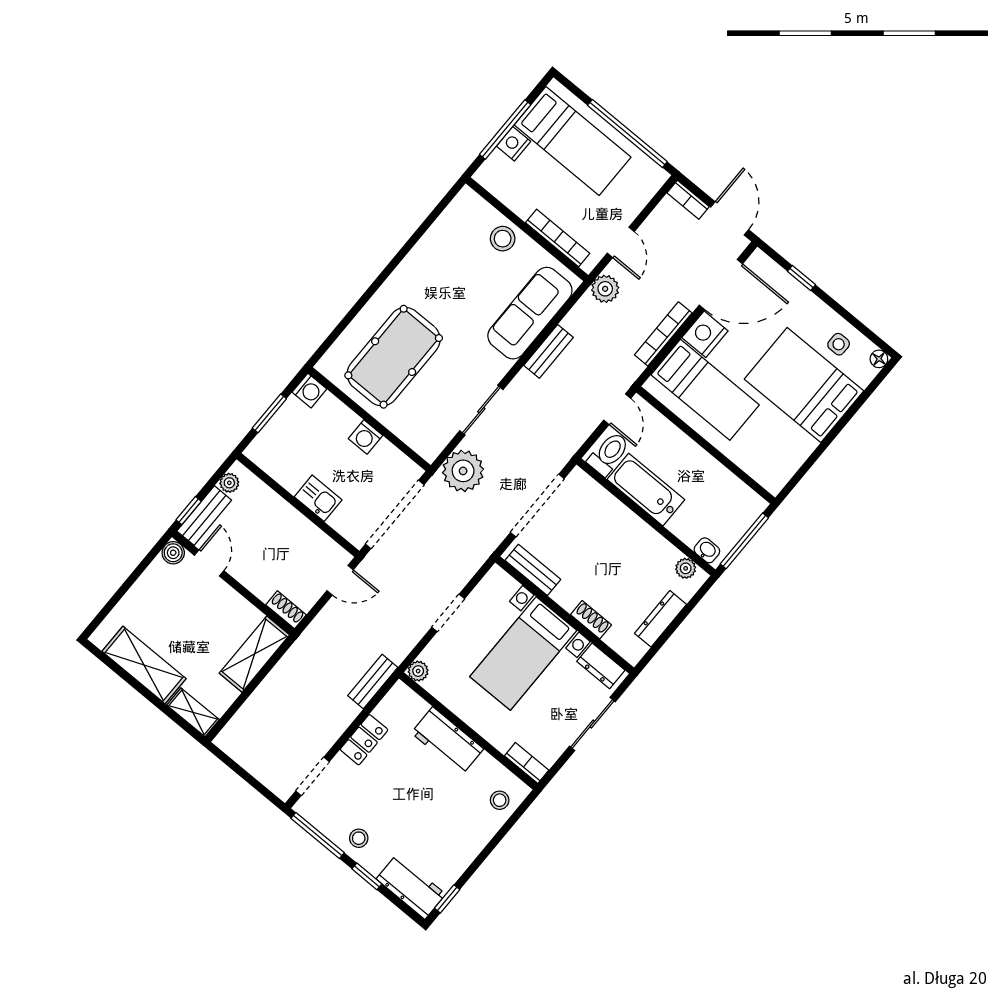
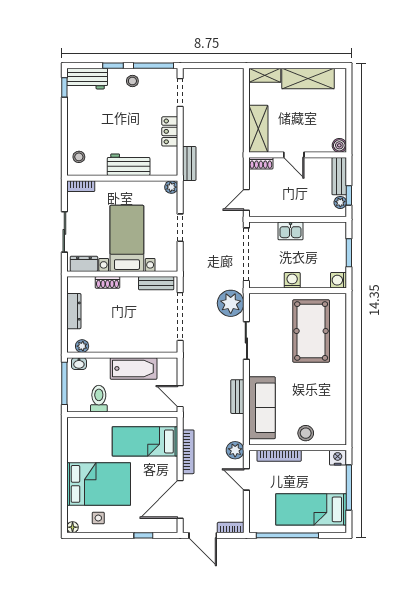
nightstand: (514, 144) -> (338, 458), moved, turned -90
nightstand: (705, 334) -> (168, 469), removed
toilet: (609, 454) -> (99, 399), moved, turned 180
window: (189, 511) -> (349, 195), moved
door: (209, 563) -> (294, 155), moved

